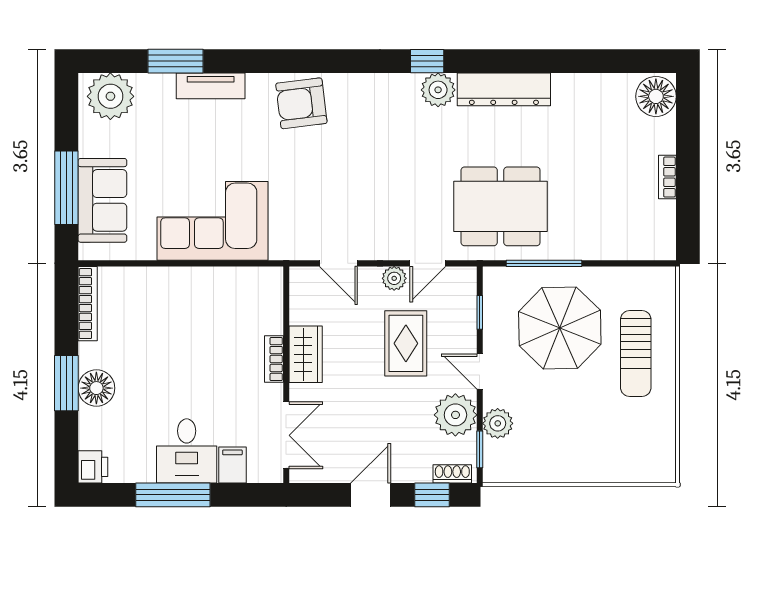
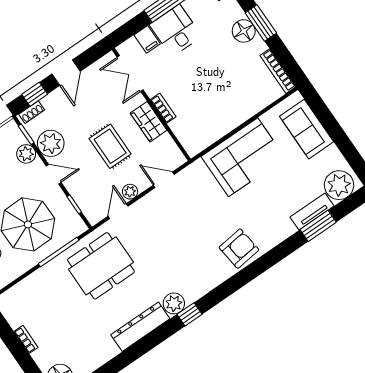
tv unit: (211, 86) -> (312, 211), moved
window: (66, 188) -> (329, 123), removed
rug: (406, 343) -> (110, 146), moved

